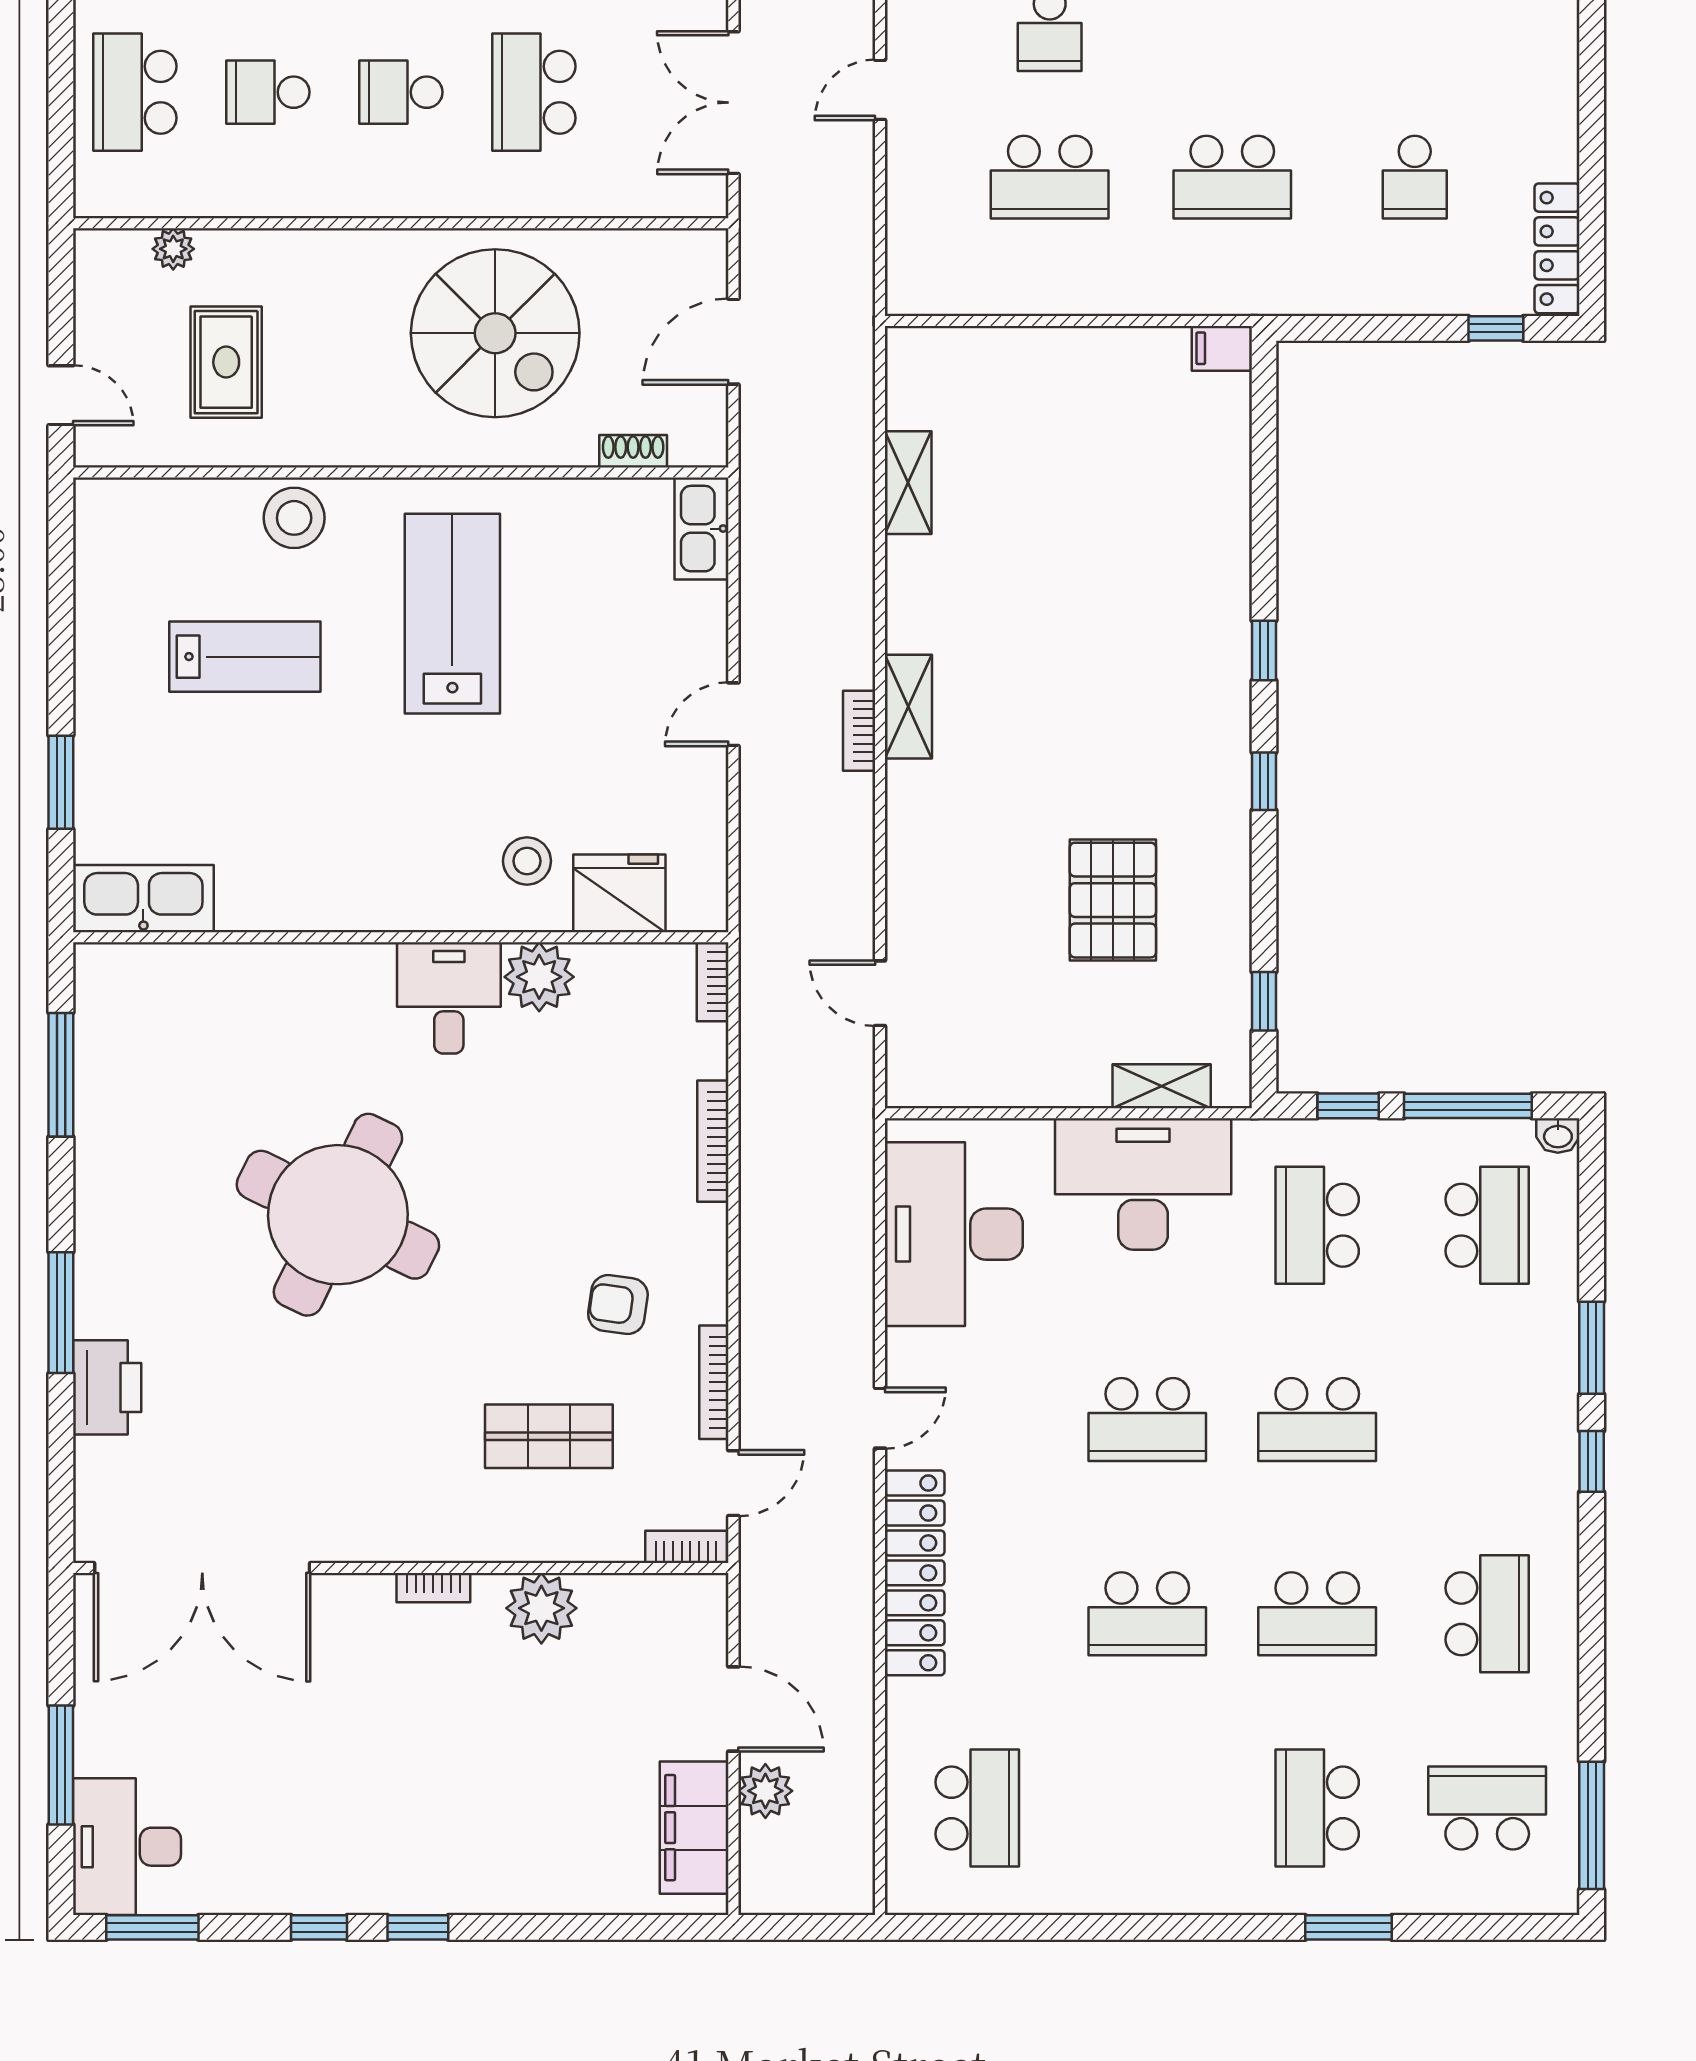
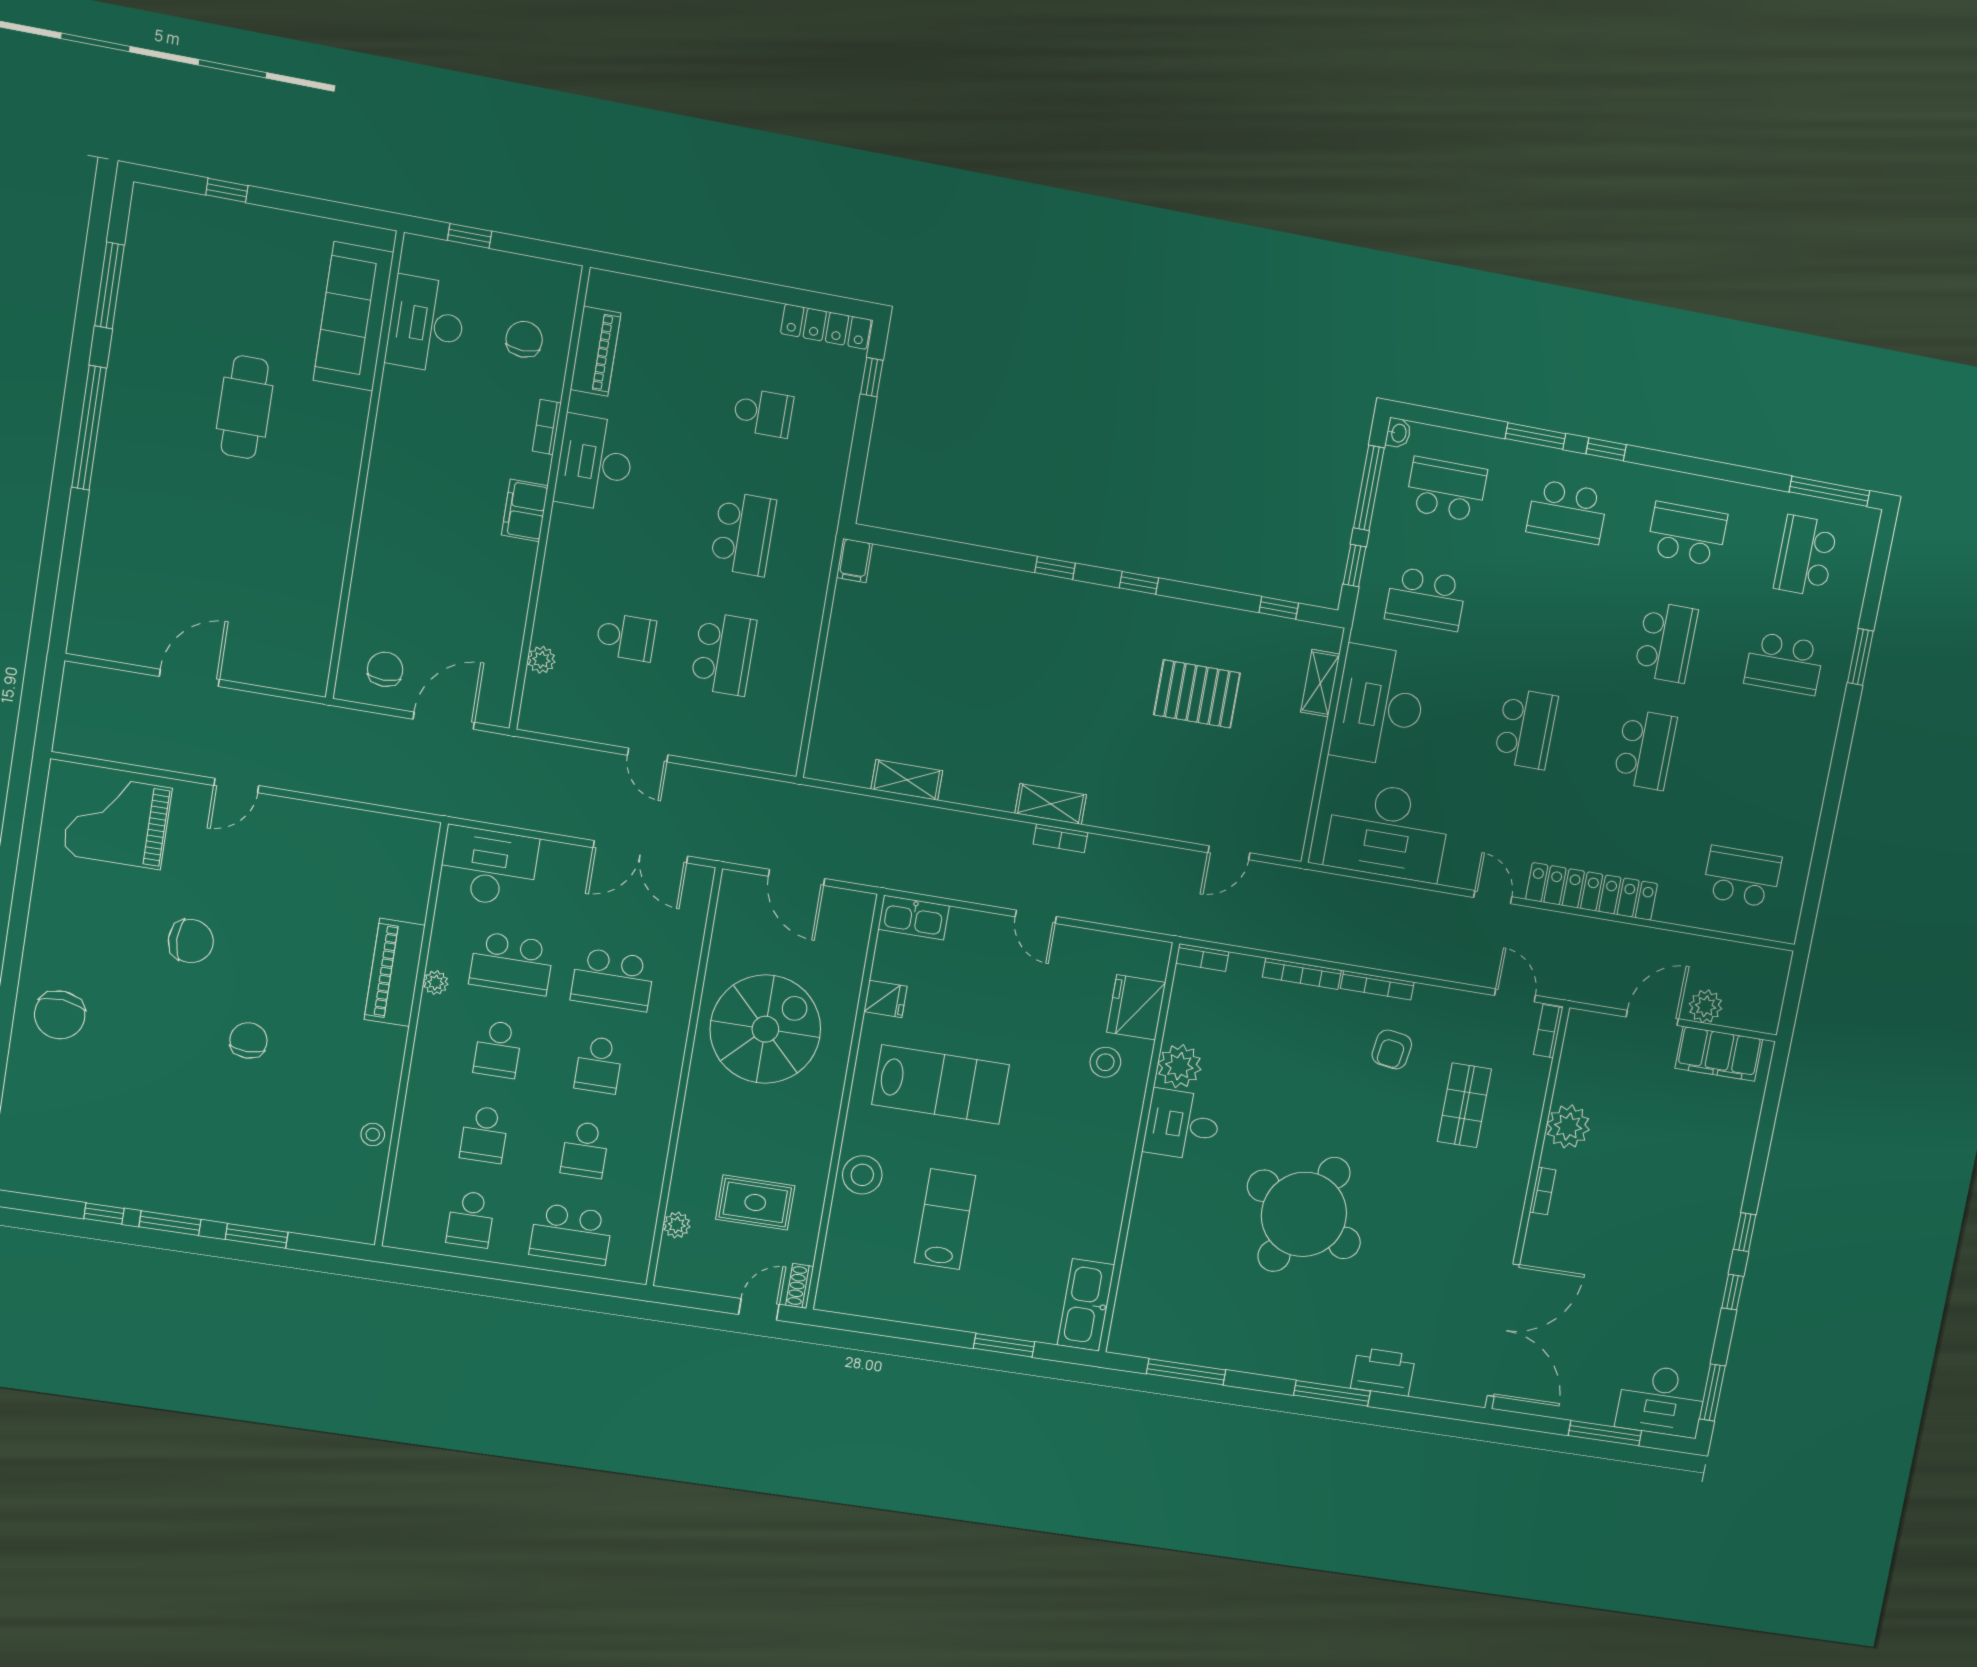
shoe rack: (633, 451) -> (800, 1286), moved
fridge: (570, 507) -> (885, 999), added
lab bench: (452, 614) -> (941, 1085), turned 180
bookcase: (714, 1382) -> (1377, 985), moved
school desk: (1317, 1420) -> (1567, 512), moved, turned 90

